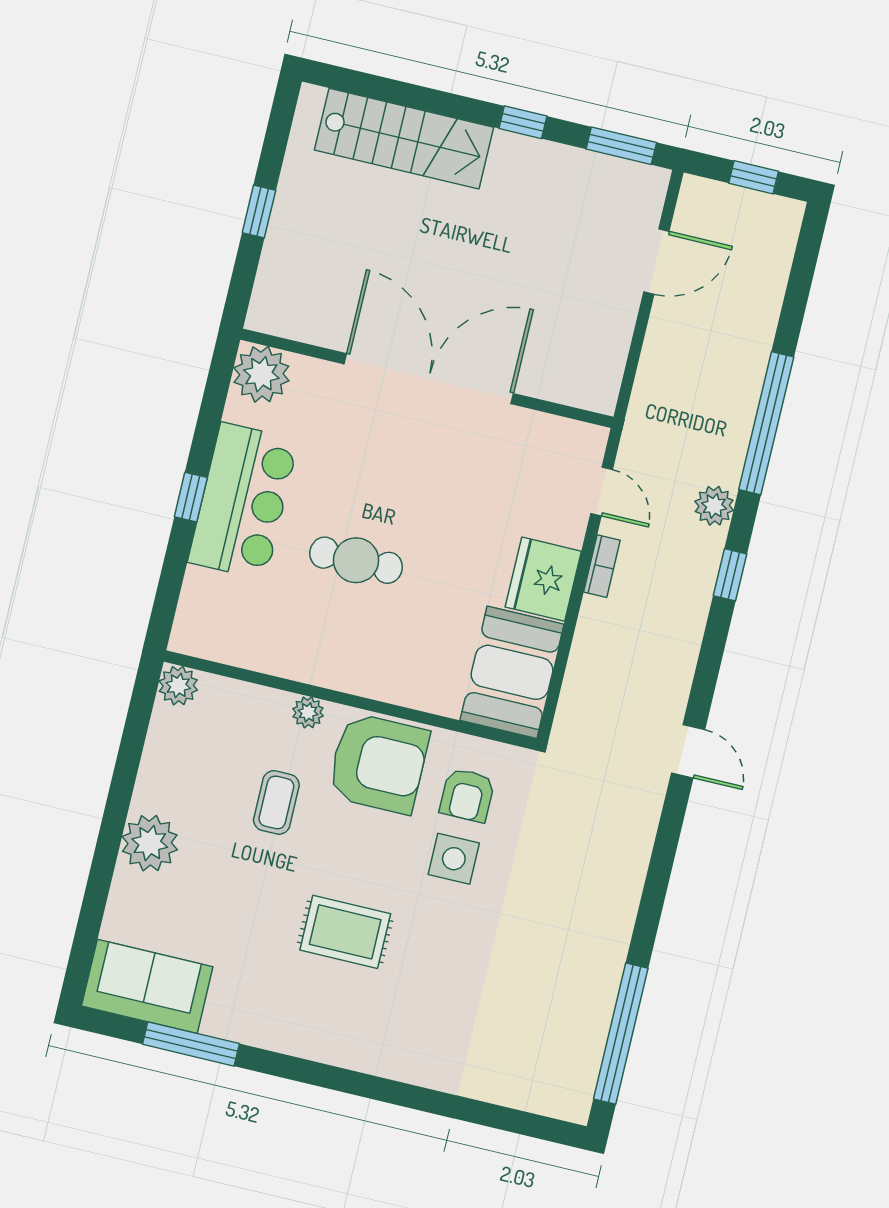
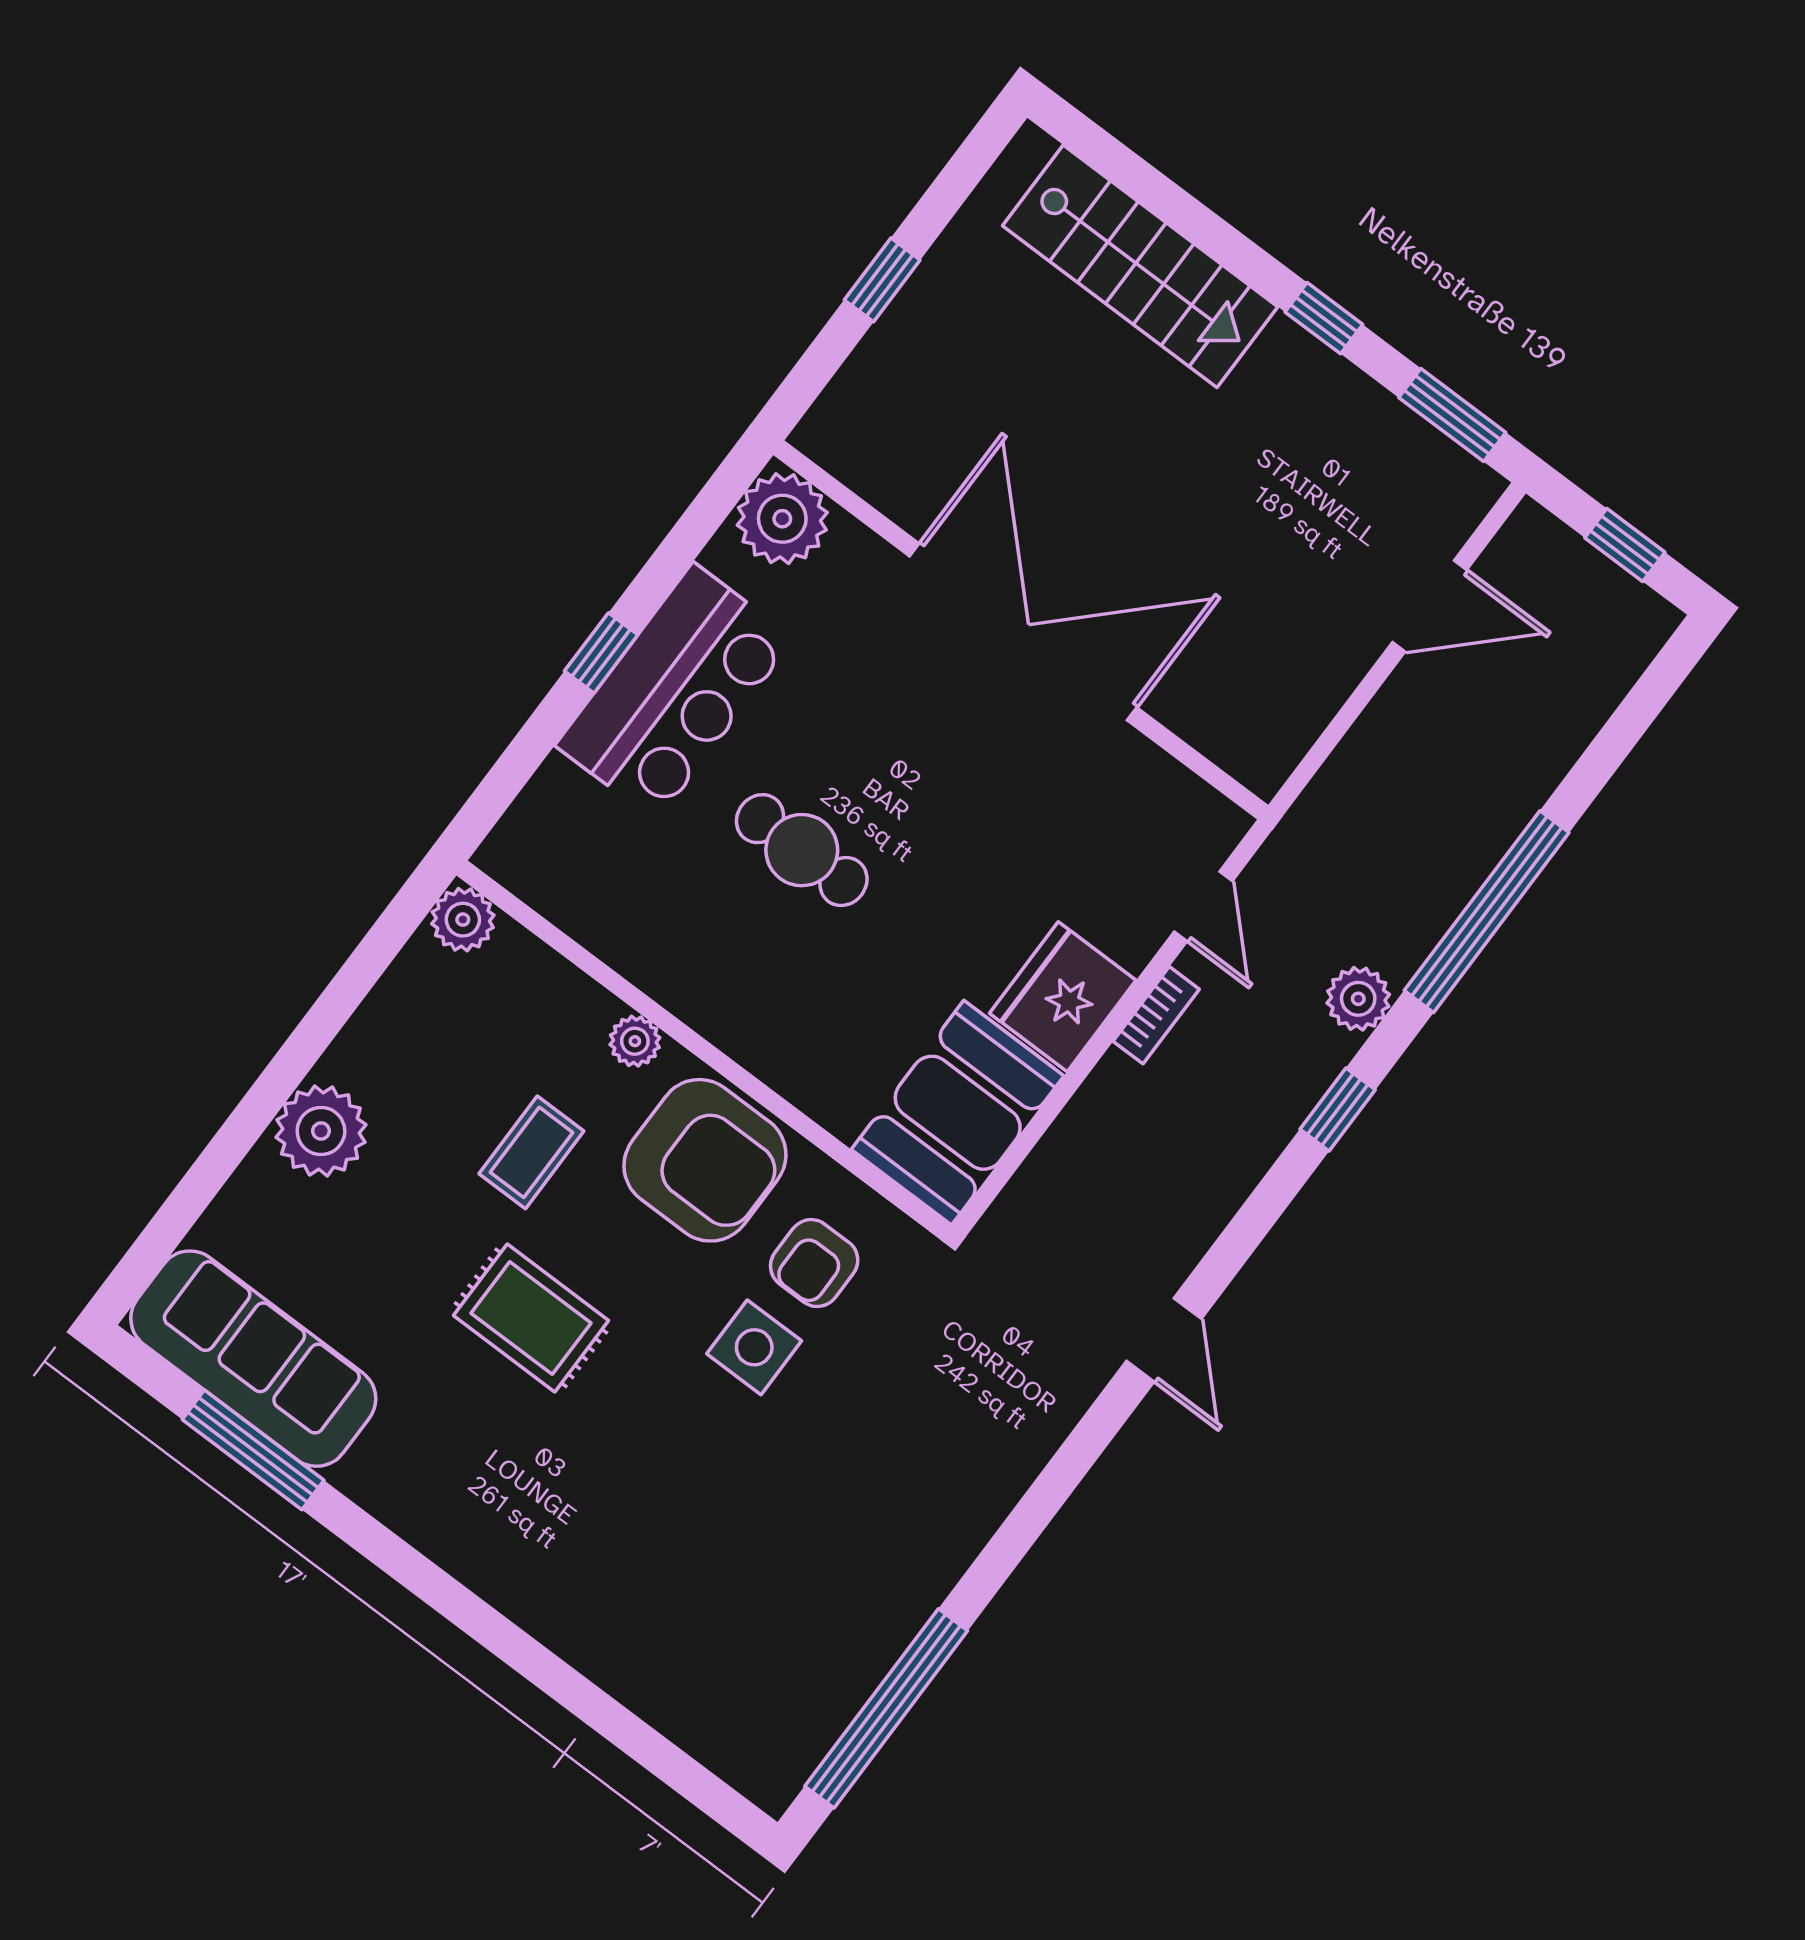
rug: (345, 932) -> (531, 1318), moved
sofa: (147, 986) -> (253, 1359), width x1.36

